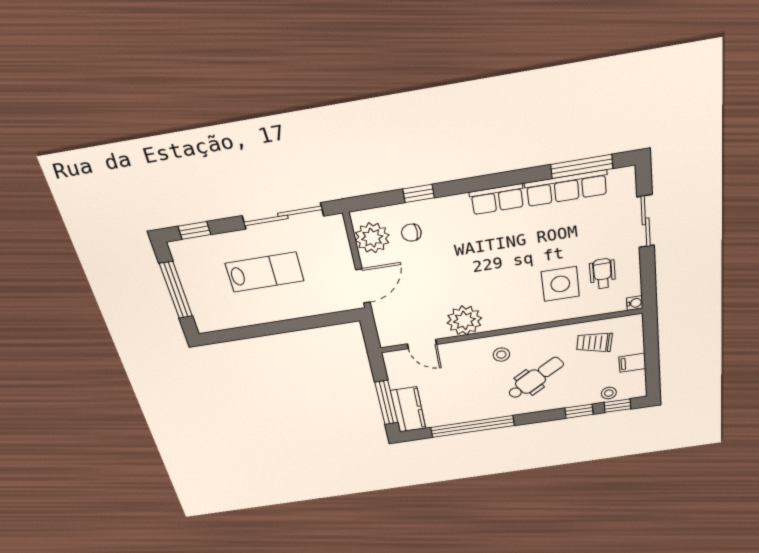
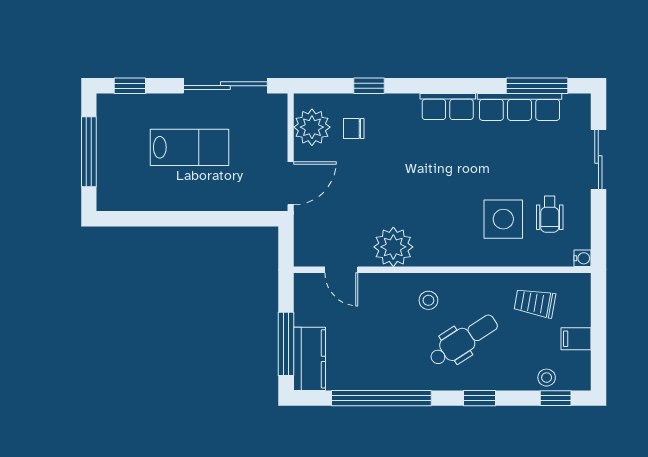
wheelchair: (603, 274) -> (550, 214), turned 180
window: (579, 411) -> (479, 398), moved

